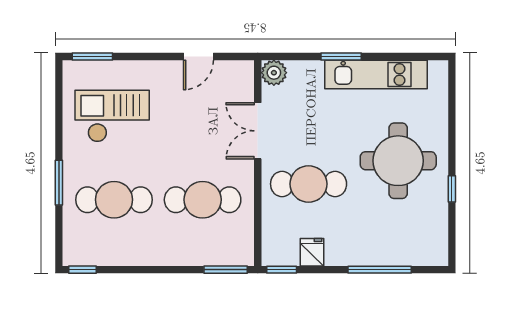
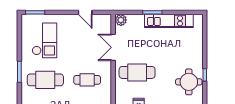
door: (198, 57) -> (85, 12), hinge flipped
checkout: (112, 116) -> (44, 40), turned 90
round table: (398, 161) -> (189, 82), moved, width x0.73, depth x0.73
cafe table: (203, 200) -> (87, 80), width x0.73, depth x0.74

